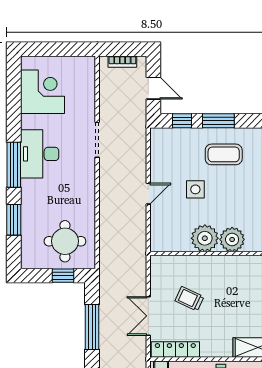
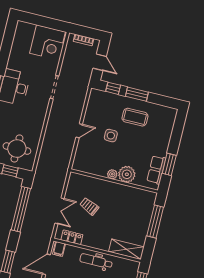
corner desk: (42, 92) -> (48, 42), moved, turned 90
plant: (205, 238) -> (112, 174), width x0.53, depth x0.53
double door: (148, 316) -> (59, 211), swing flipped
window: (92, 327) -> (21, 209), width x1.46
locker: (175, 350) -> (72, 237), width x0.66

